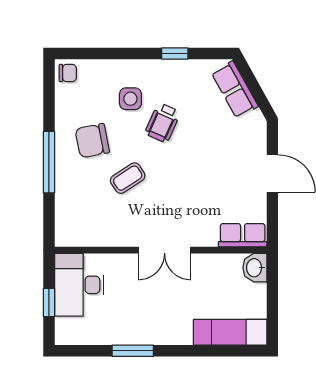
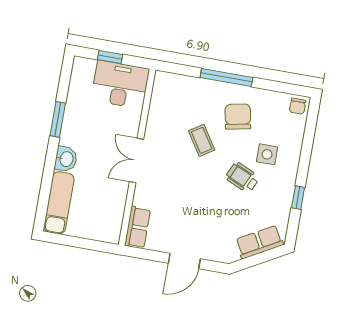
washbasin: (255, 268) -> (66, 159), moved, turned 90

